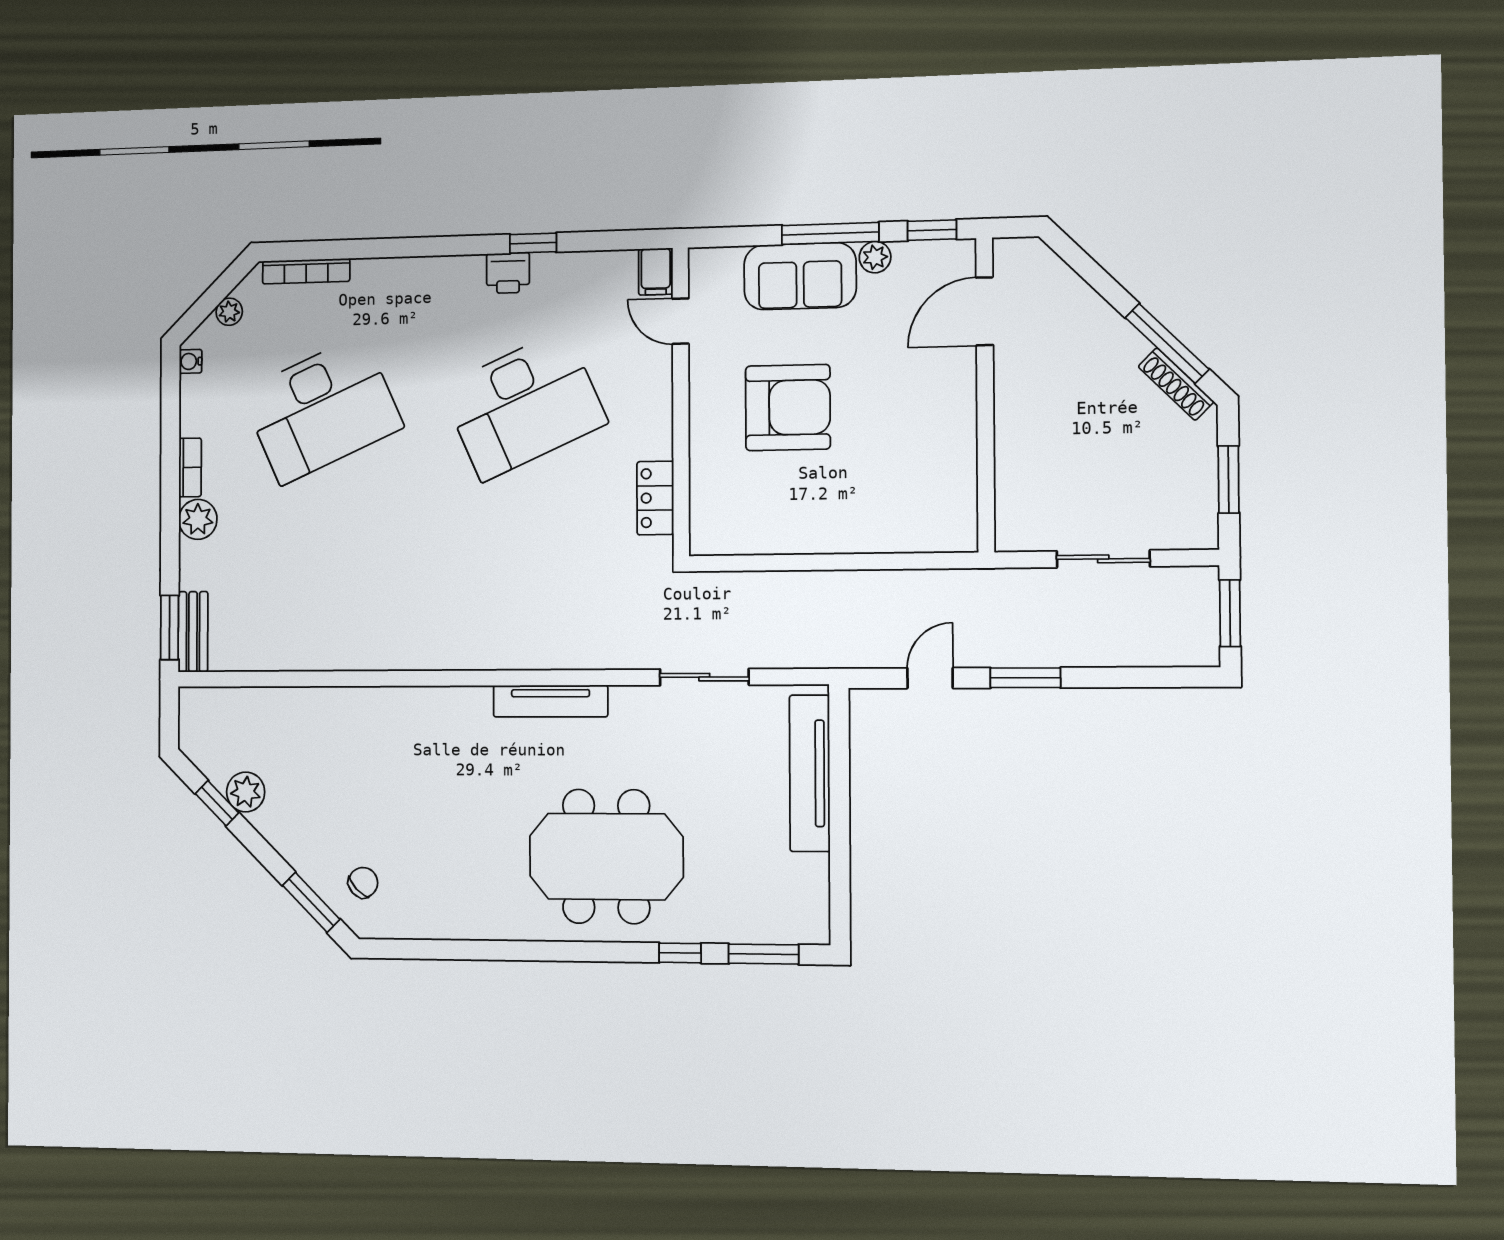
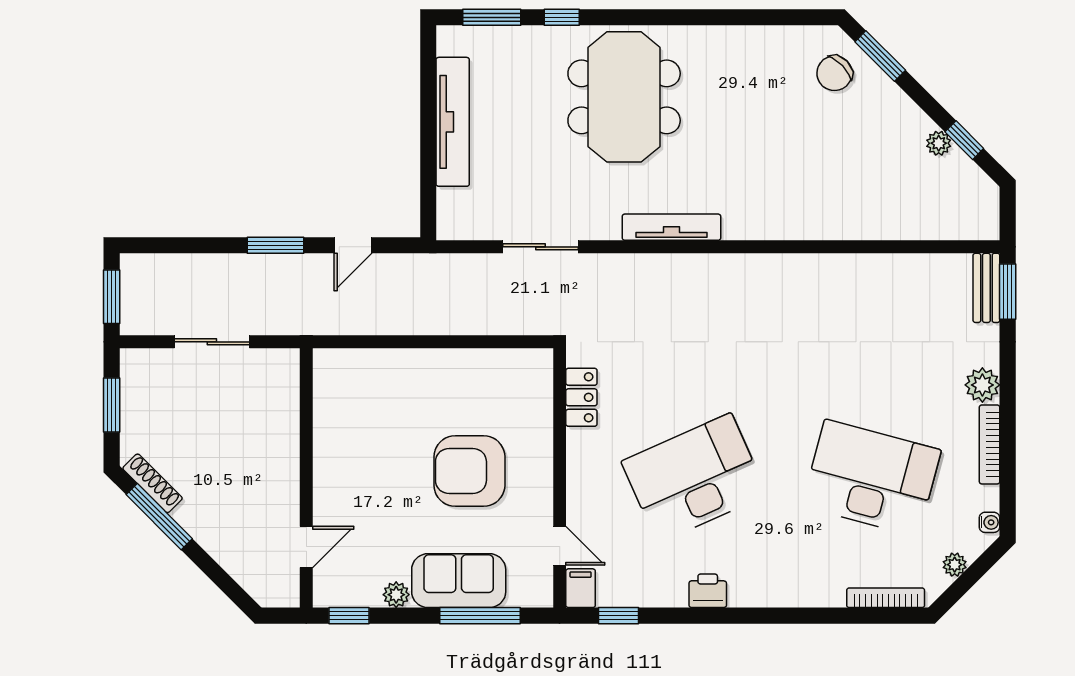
window: (830, 233) -> (480, 616), moved
window: (533, 243) -> (618, 616), moved
door: (985, 311) -> (306, 547), width x0.73
desk: (322, 410) -> (871, 478), turned 39
bookcase: (190, 467) -> (990, 444), width x1.56
tv unit: (810, 773) -> (453, 122), moved
plant: (246, 792) -> (939, 143), width x0.73, depth x0.73
meeting table: (606, 856) -> (624, 97), turned 90
chair: (363, 883) -> (834, 73), width x1.37, depth x1.37

